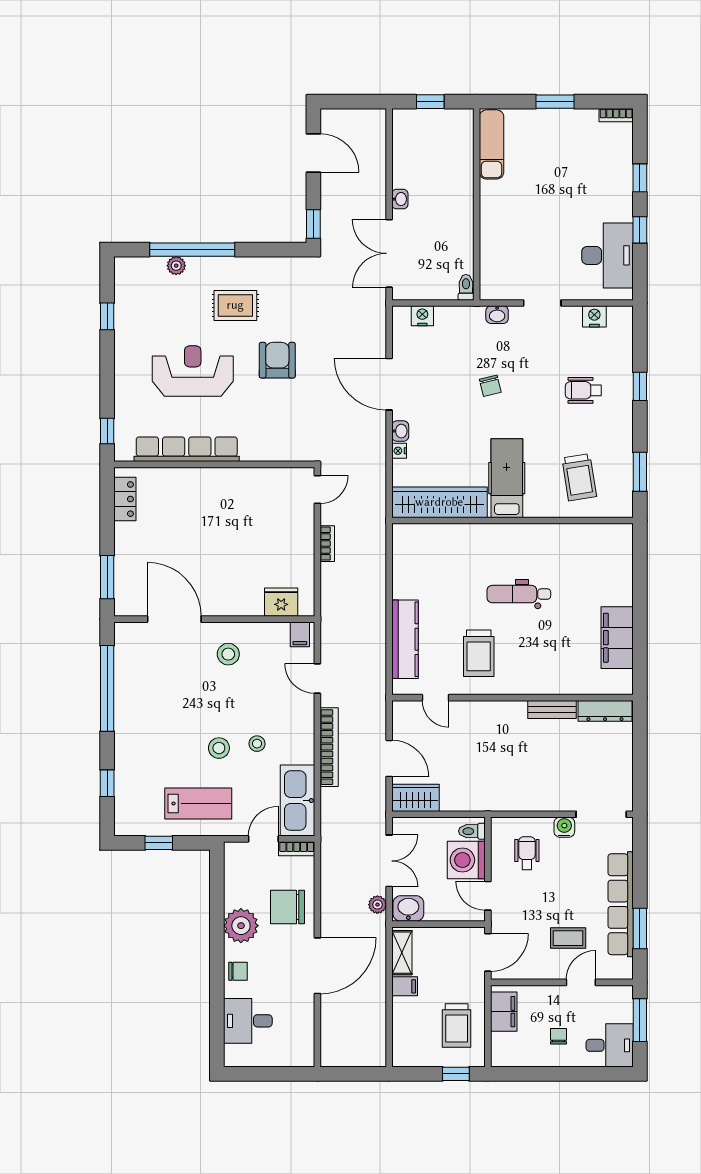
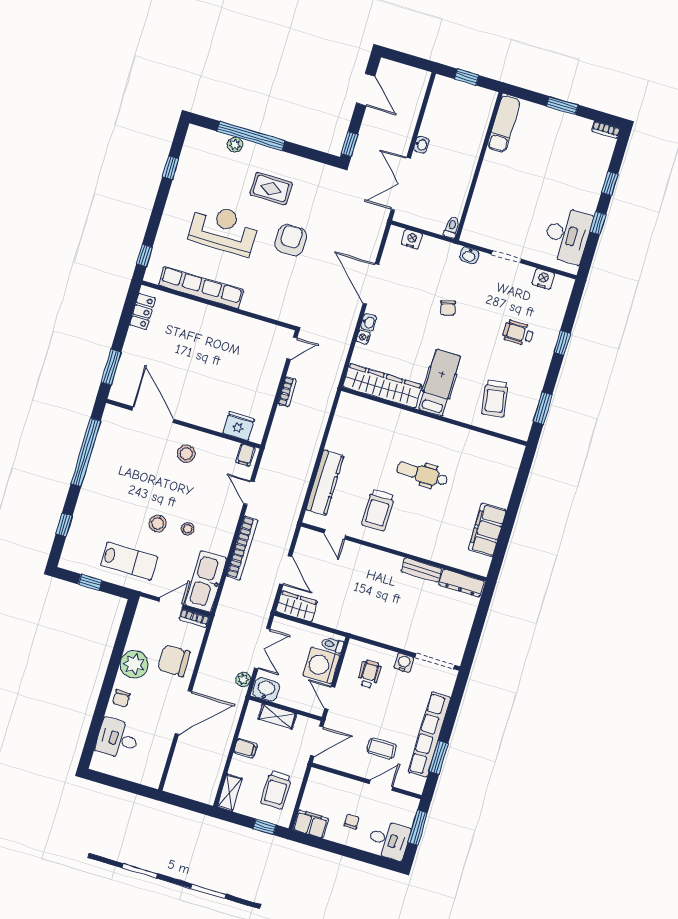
shelving: (402, 953) -> (277, 716), moved, turned 90
chair: (238, 971) -> (121, 699), turned 90
filing cabinet: (504, 1012) -> (311, 824), moved, turned -90
shelving: (402, 1045) -> (230, 793), added

